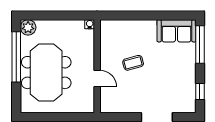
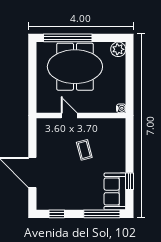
window: (166, 16) -> (130, 181), added
window: (16, 57) -> (68, 38), moved
door: (97, 79) -> (69, 115), swing flipped

